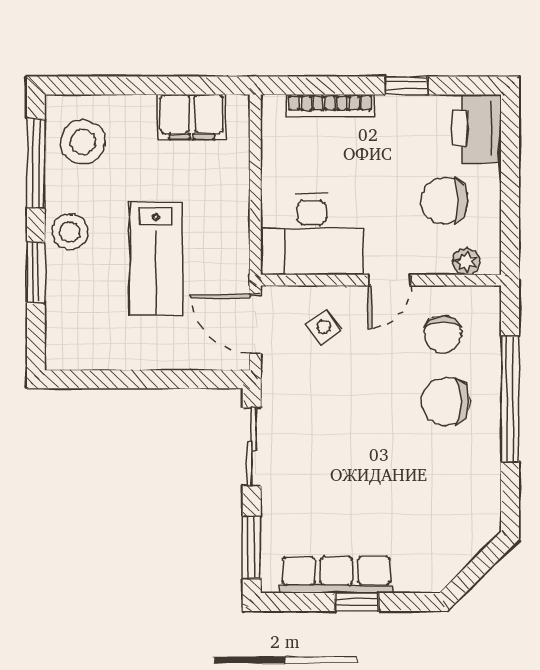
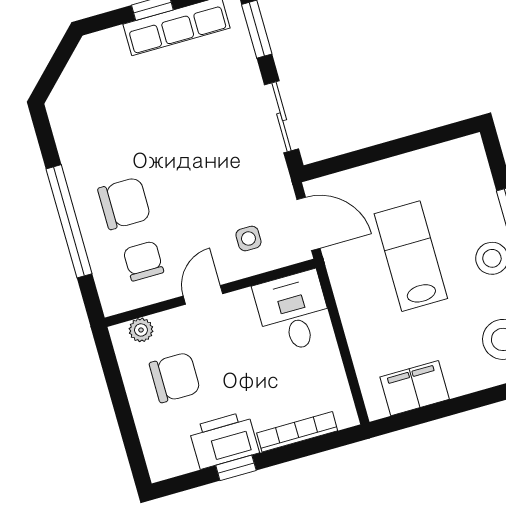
printer: (477, 129) -> (224, 440), moved, turned -90
desk: (312, 235) -> (293, 312), width x0.73
side table: (324, 327) -> (248, 238), turned 35

